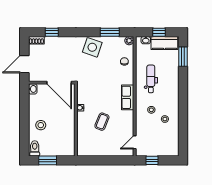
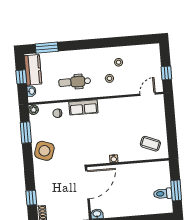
row of seats: (128, 97) -> (83, 107), moved
coffee table: (102, 122) -> (150, 144), moved
stool: (41, 125) -> (137, 202), removed
door: (135, 142) -> (148, 94), swing flipped
toilet: (35, 148) -> (163, 194), moved

